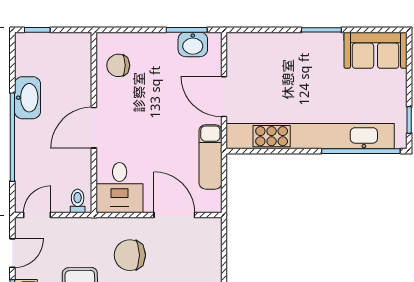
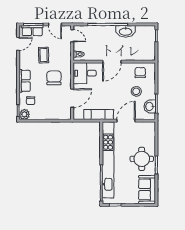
round table: (308, 62) -> (142, 159), added
stool: (159, 74) -> (136, 91), added
door: (94, 128) -> (112, 62), swing flipped

